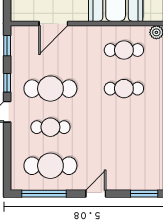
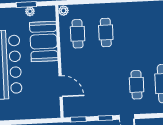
cafe table: (50, 89) -> (108, 86), removed

